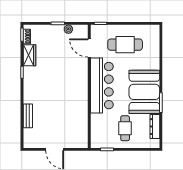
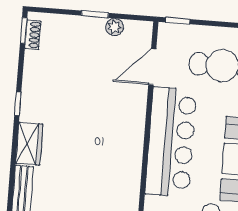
door: (89, 48) -> (152, 67), hinge flipped
wardrobe: (29, 55) -> (29, 144), moved

